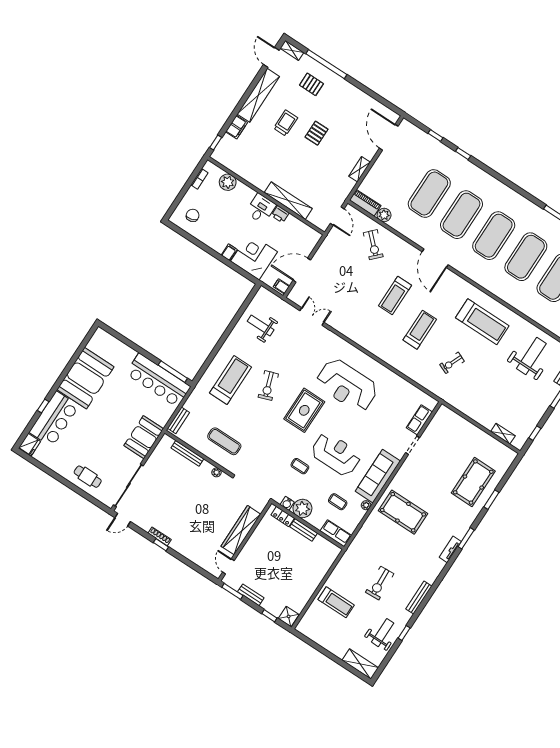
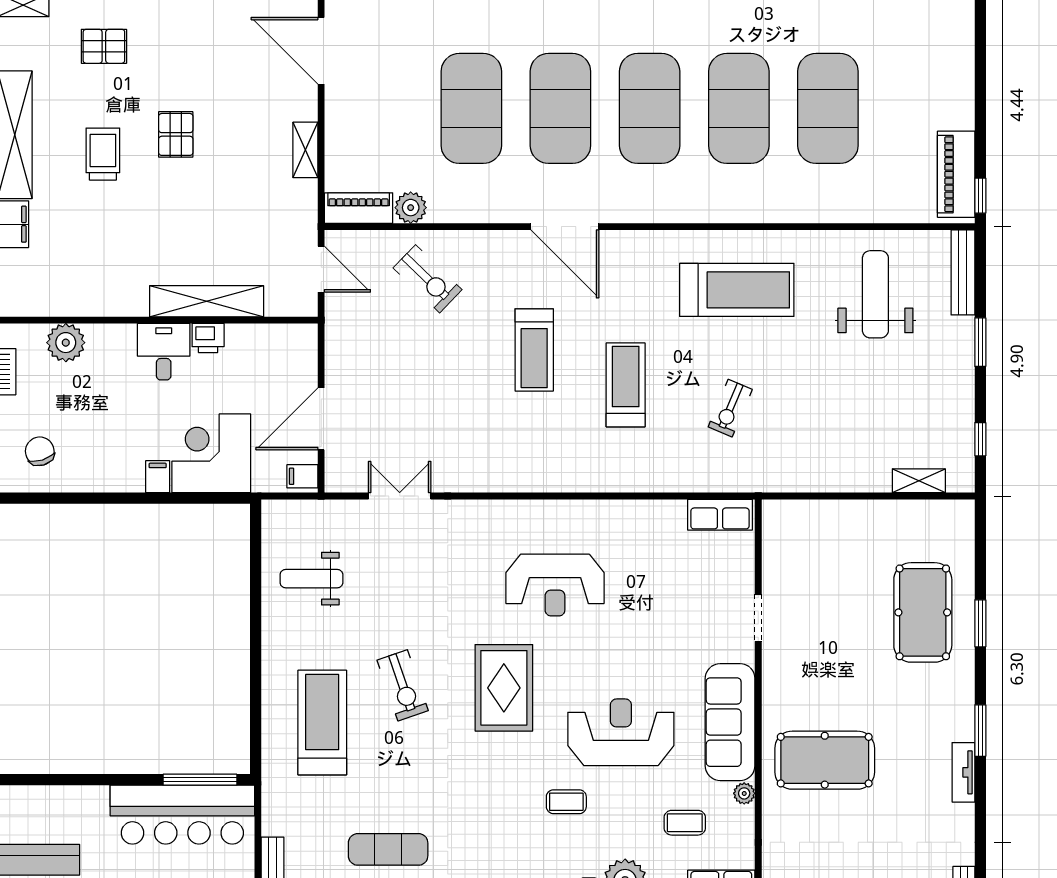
reception desk: (347, 385) -> (555, 585), width x0.74, depth x0.77
row of seats: (419, 420) -> (720, 515), moved, turned -90

